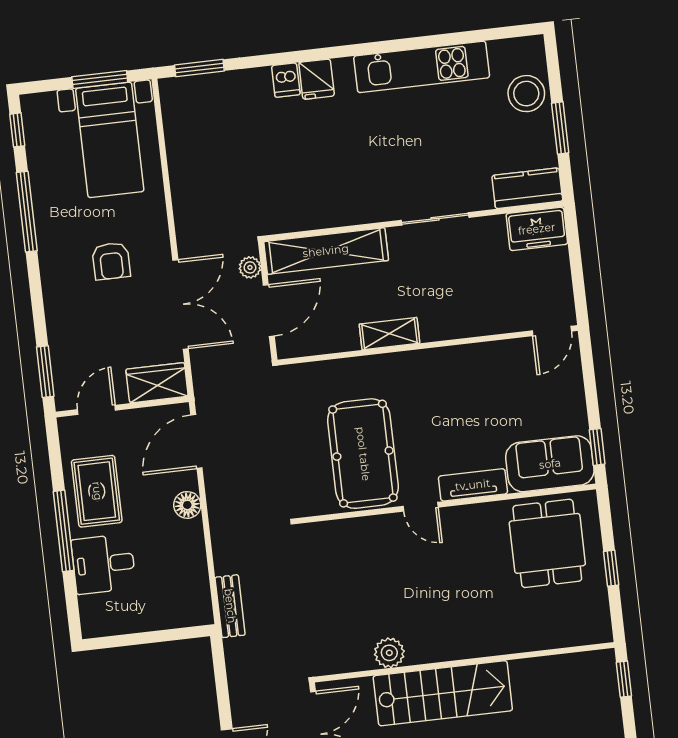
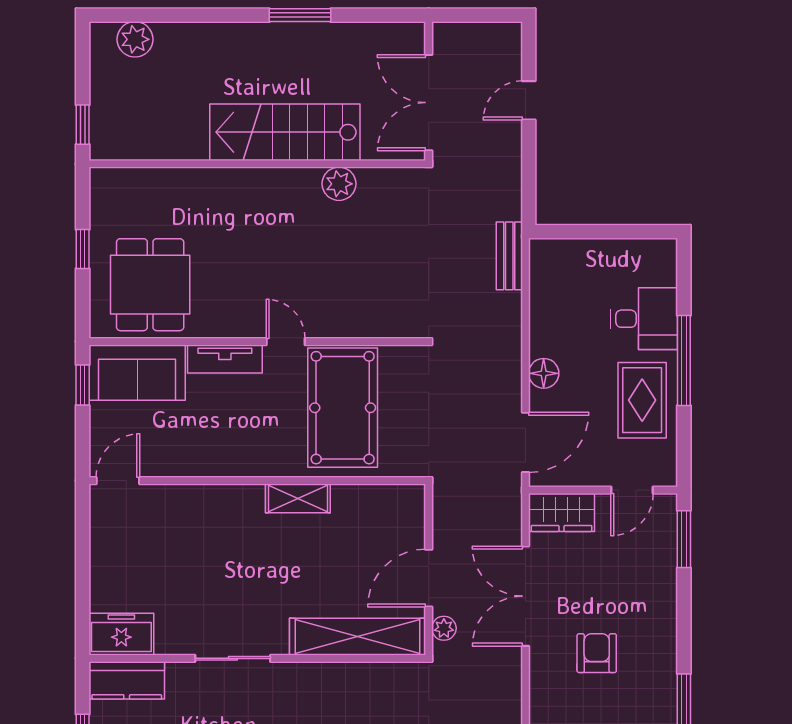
door: (552, 331) -> (118, 481), moved
shelving: (389, 334) -> (298, 498), moved
wall: (428, 345) -> (257, 481), moved

